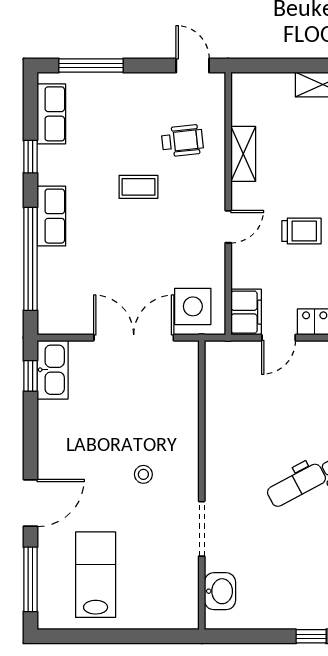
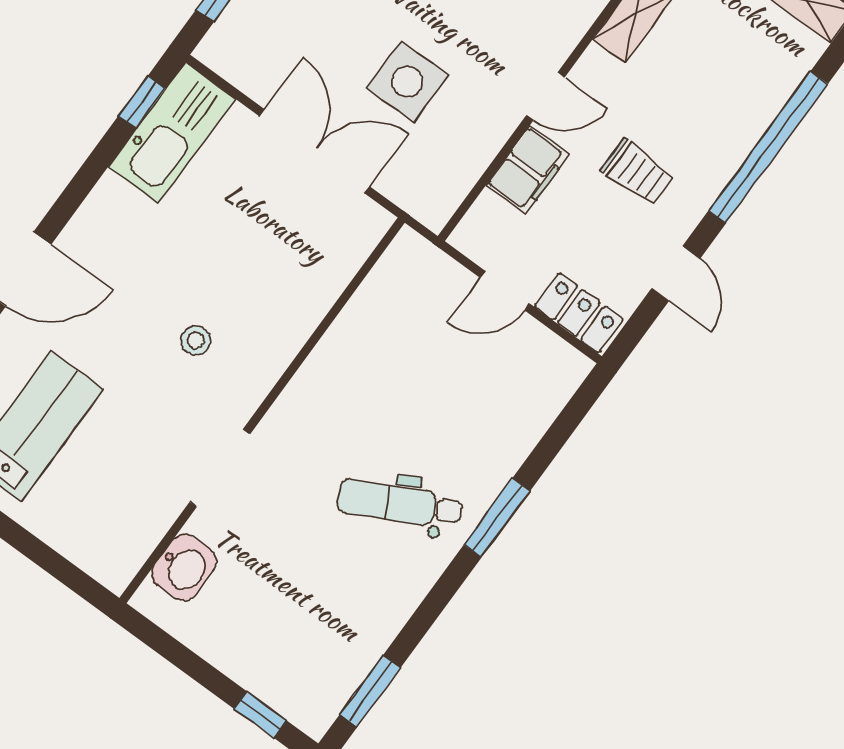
side table: (193, 306) -> (407, 82), moved
filing cabinet: (246, 312) -> (528, 170), moved
kitchen sink: (53, 370) -> (172, 133), width x1.36, depth x1.24

